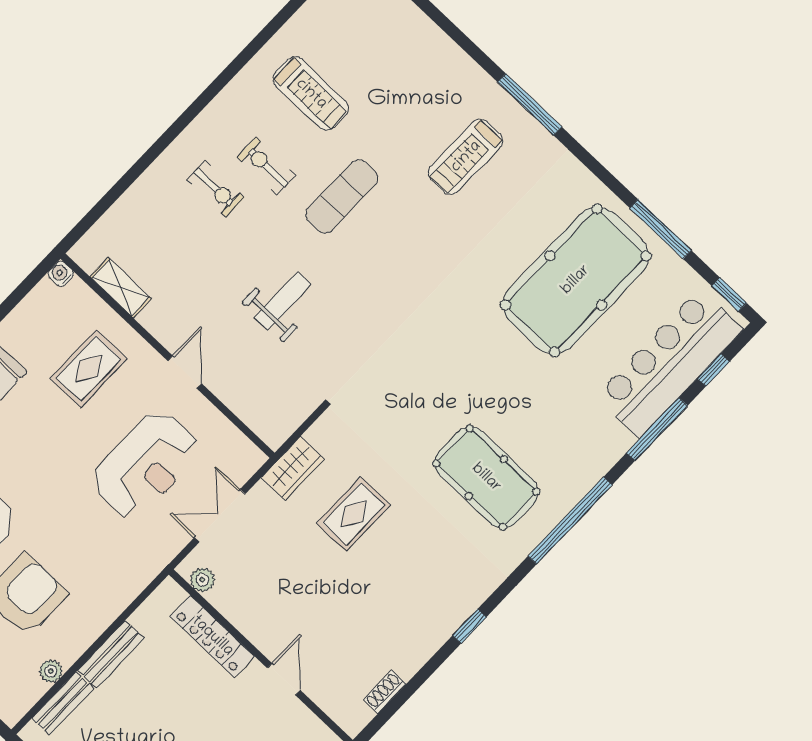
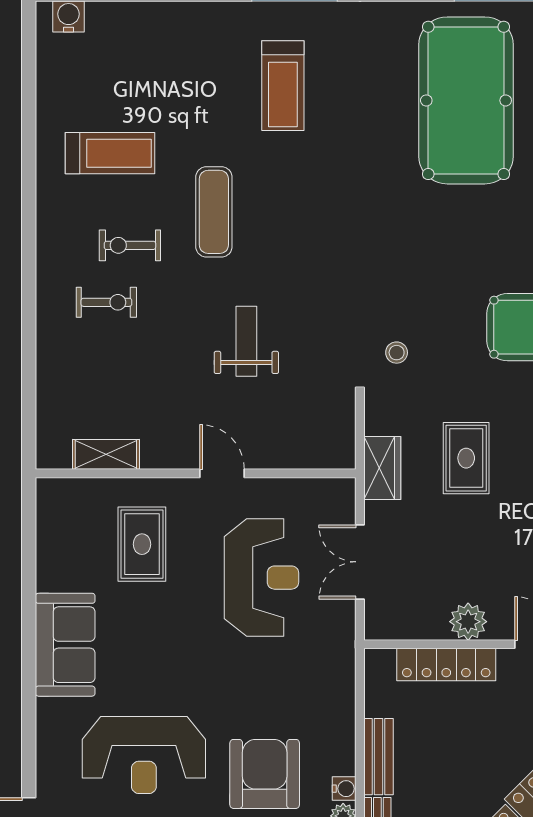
water cooler: (61, 274) -> (344, 789), moved, turned 180
stool: (374, 402) -> (397, 353), added
plant: (202, 580) -> (468, 622), moved, width x1.38, depth x1.38

